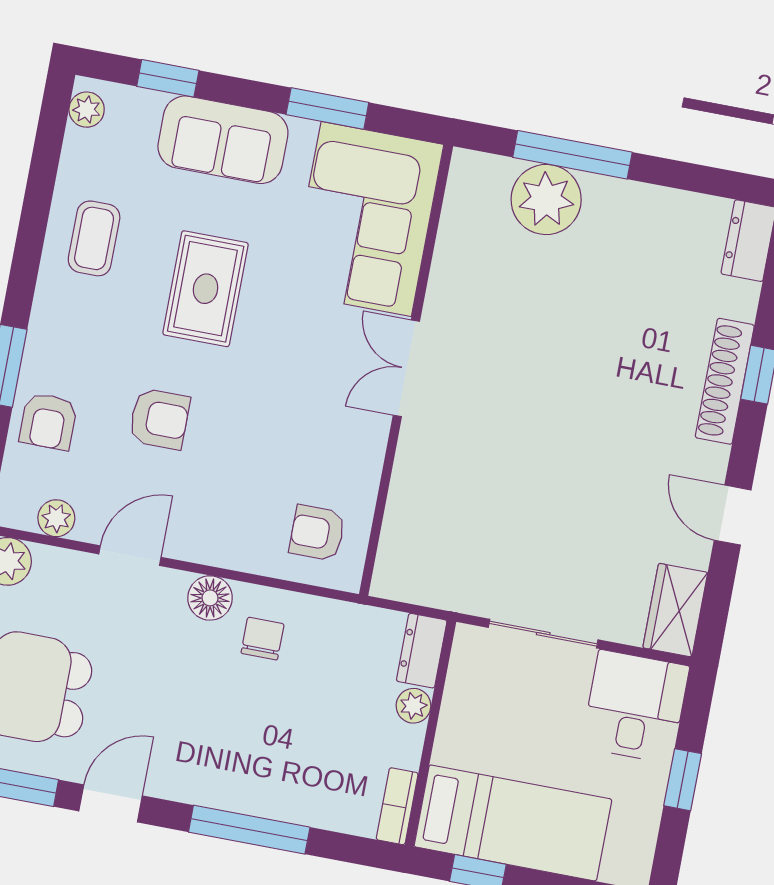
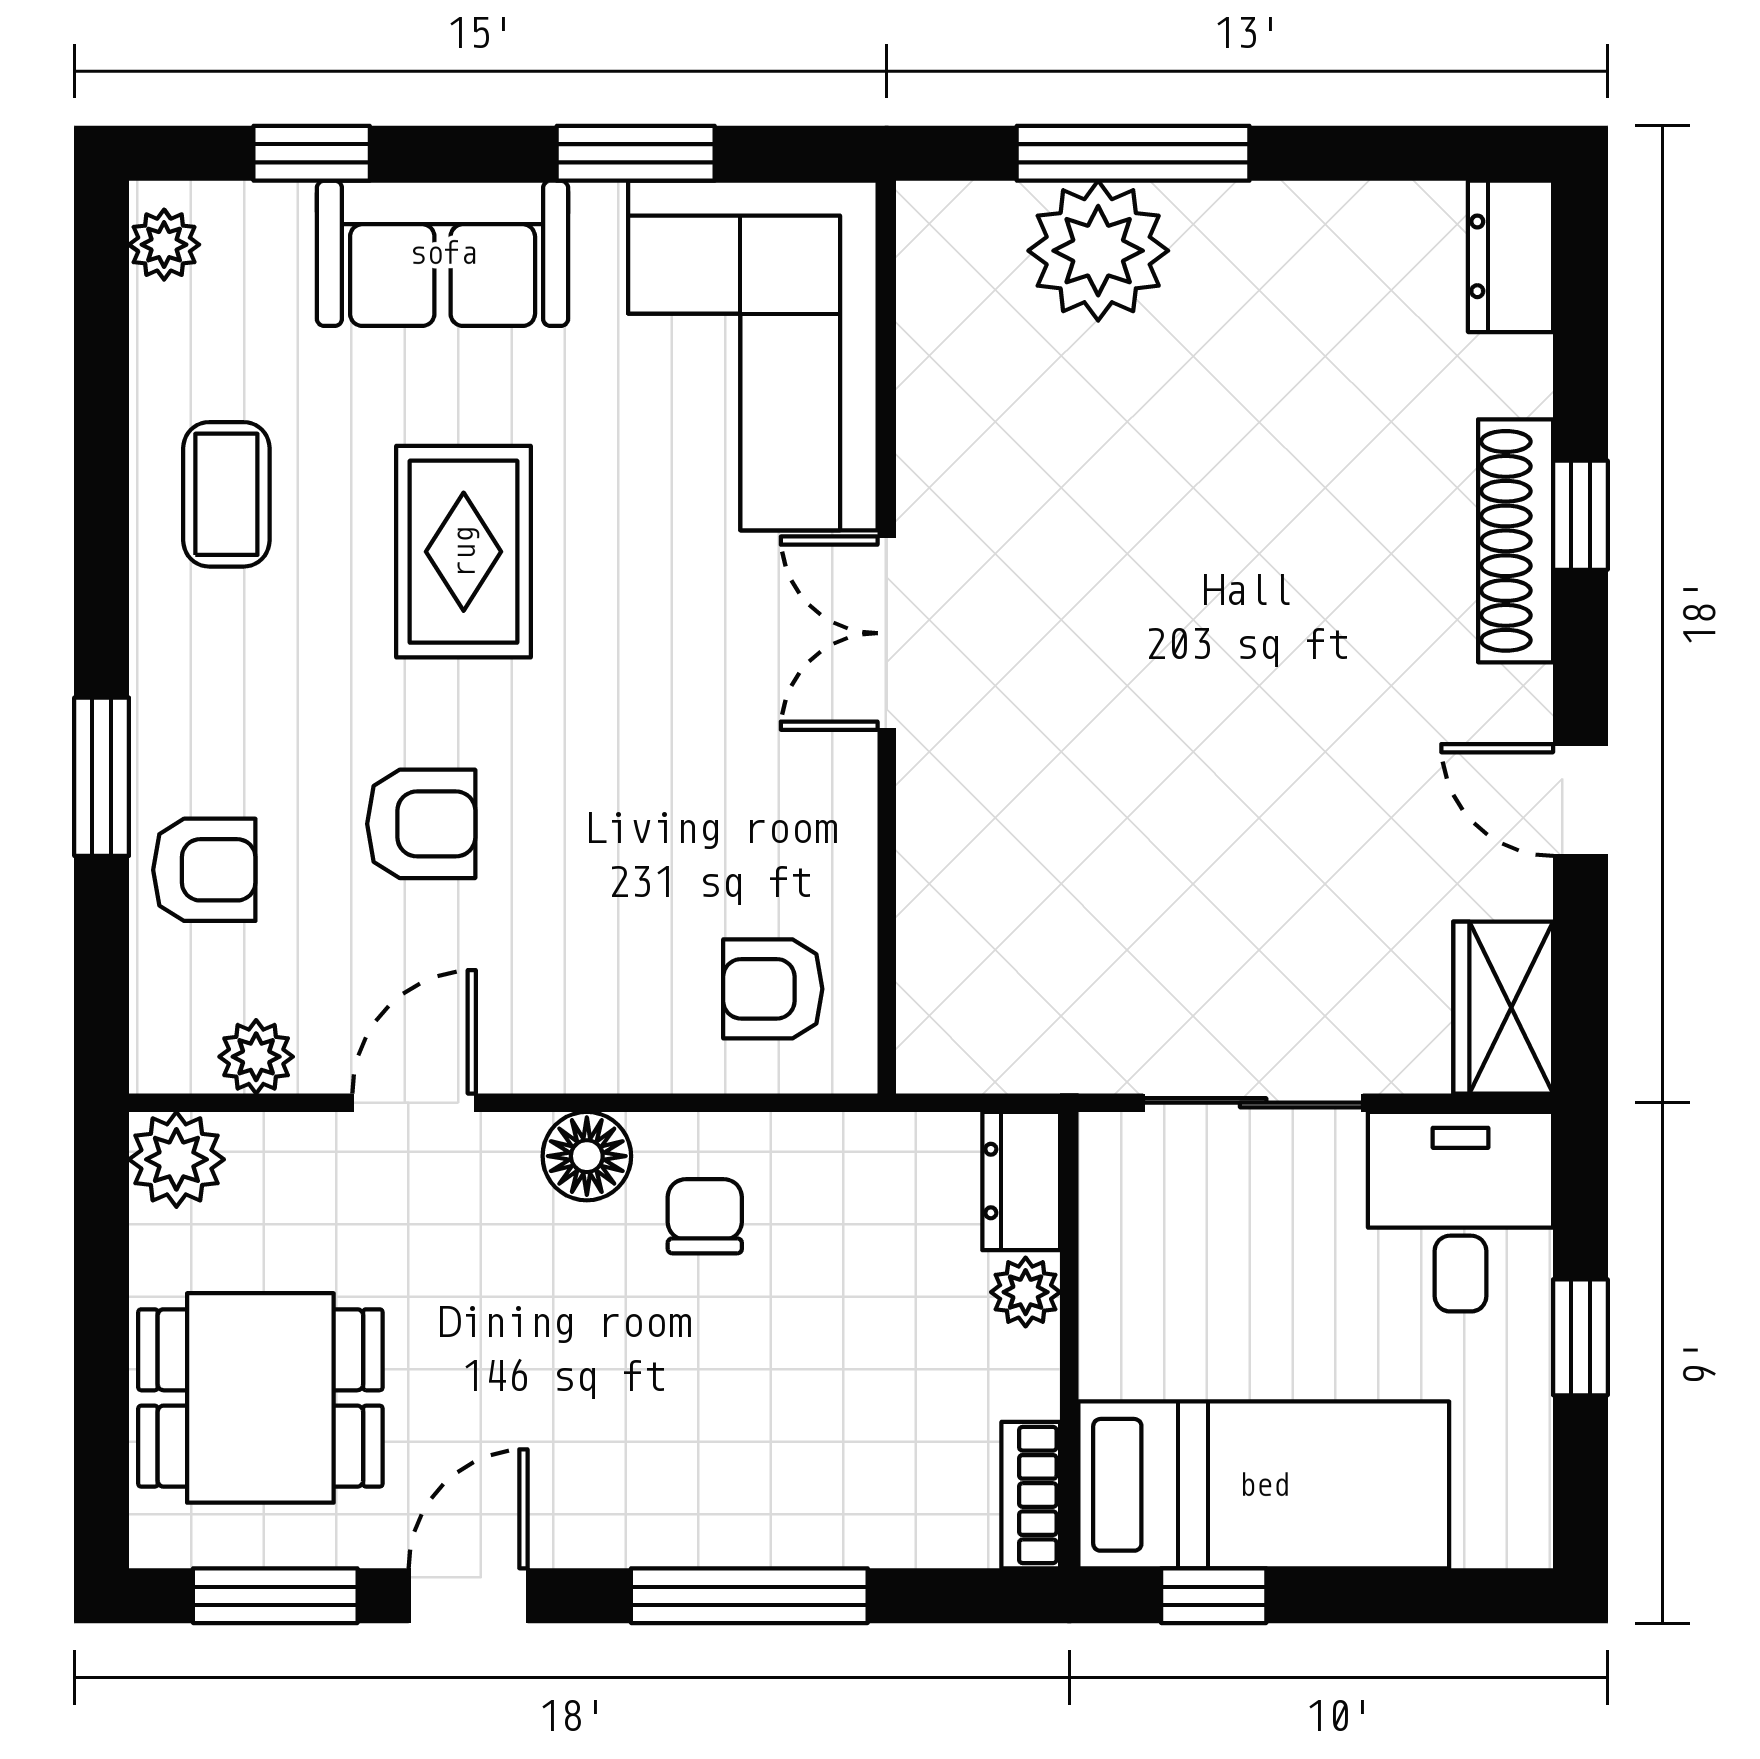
armchair: (48, 421) -> (204, 870), turned -90

